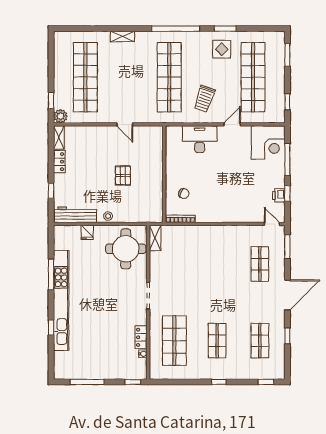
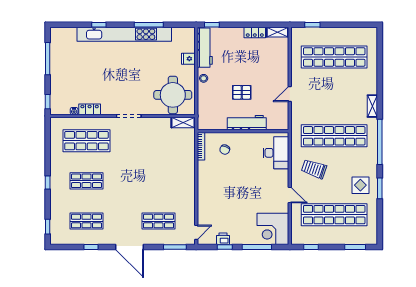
shelving: (122, 36) -> (372, 106), moved
plant: (61, 116) -> (298, 34), removed
desk: (200, 139) -> (276, 153), moved
workbench: (155, 170) -> (247, 123), added
window: (51, 191) -> (212, 25), moved

